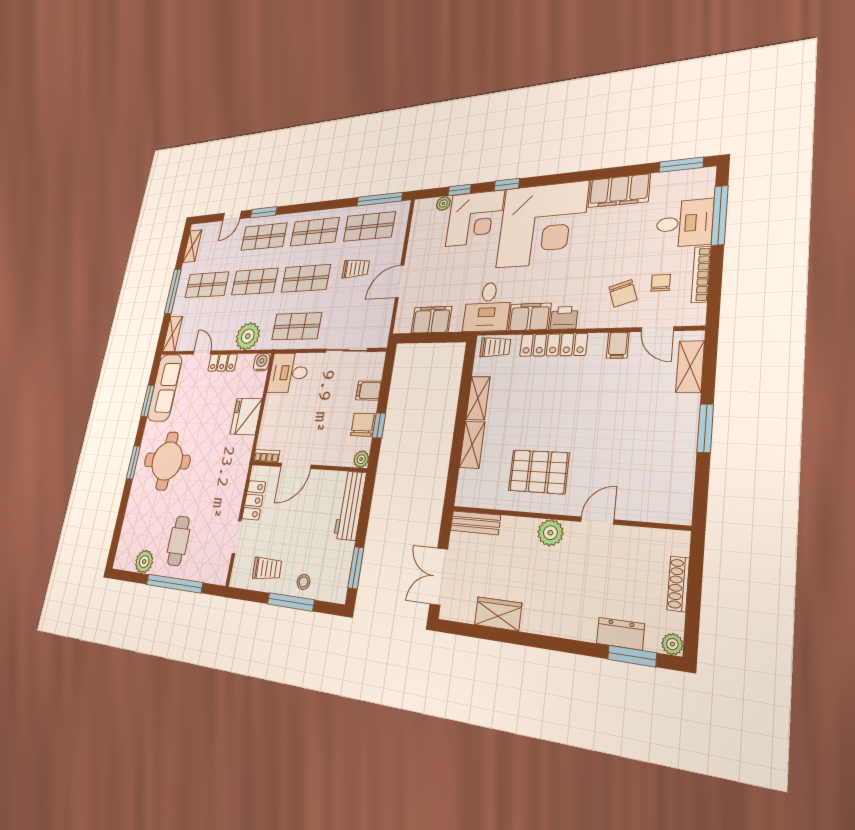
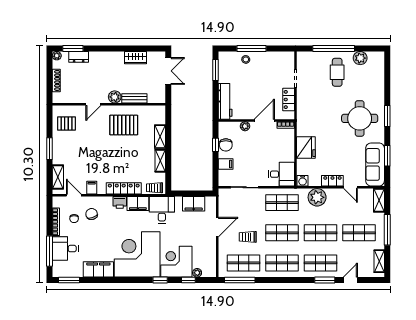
plant: (361, 459) -> (245, 126), moved
pallet: (661, 482) -> (66, 123), added
bench: (475, 523) -> (134, 98), moved
trolley: (267, 569) -> (271, 64), removed

